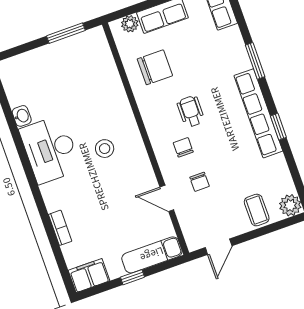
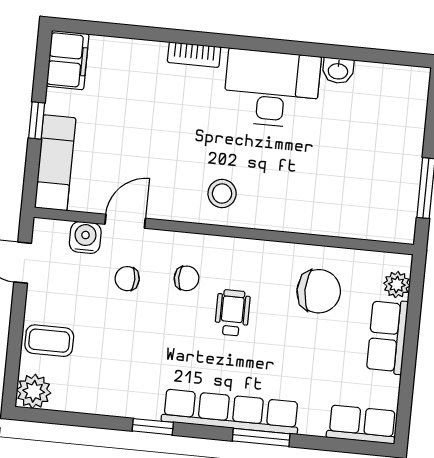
chair: (155, 67) -> (319, 291), turned -90
wheelchair: (191, 111) -> (232, 313), turned -90
row of seats: (258, 113) -> (231, 412), moved
stool: (105, 149) -> (222, 193), moved
water cooler: (187, 217) -> (85, 238), added
bookcase: (60, 228) -> (194, 55), moved

